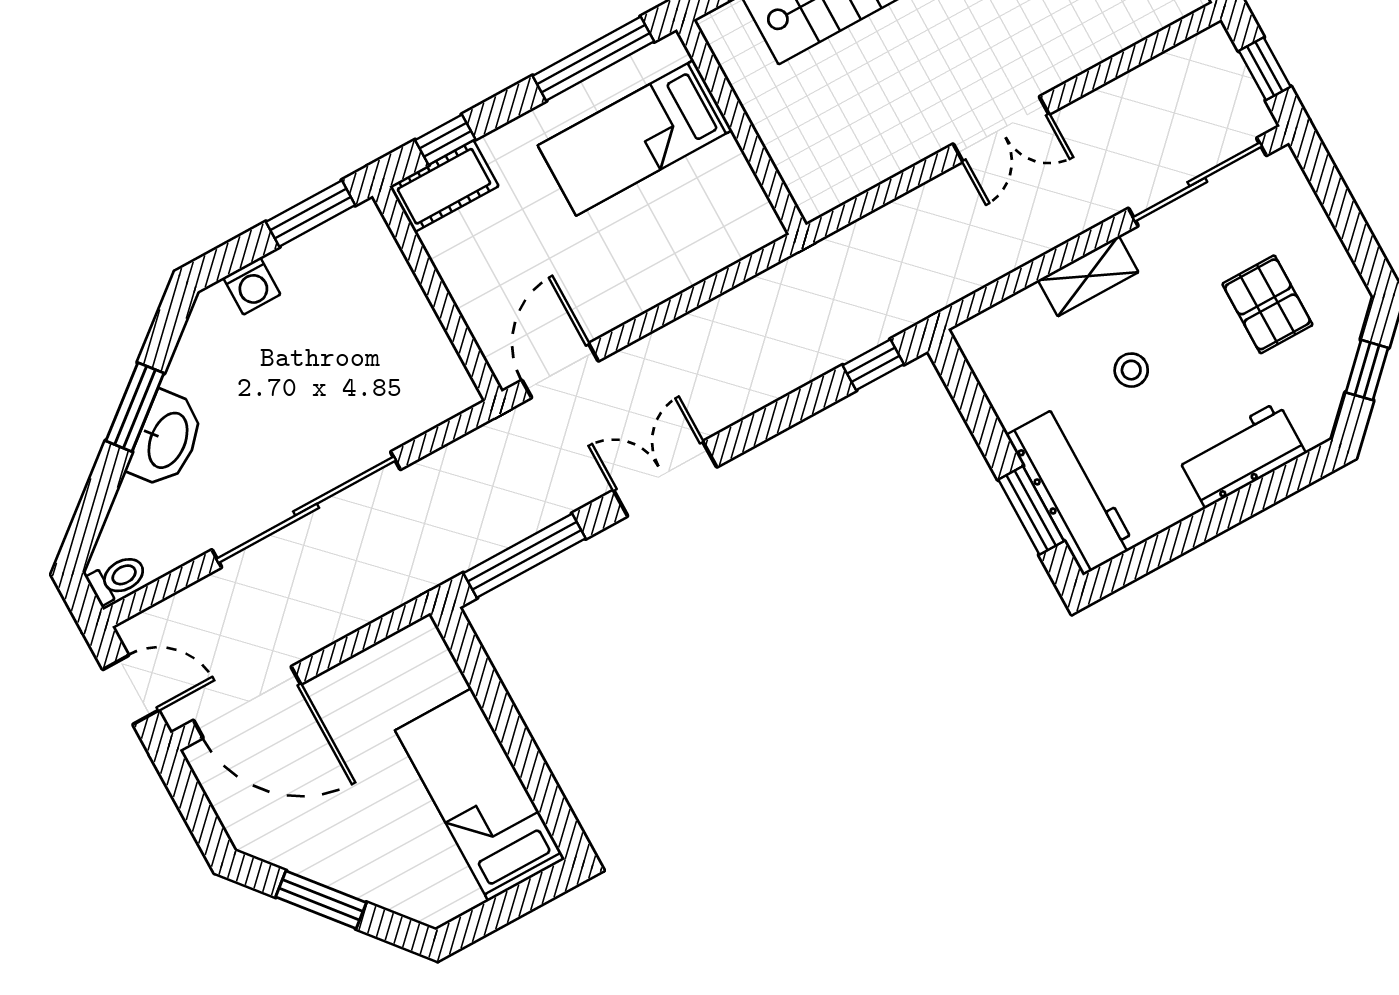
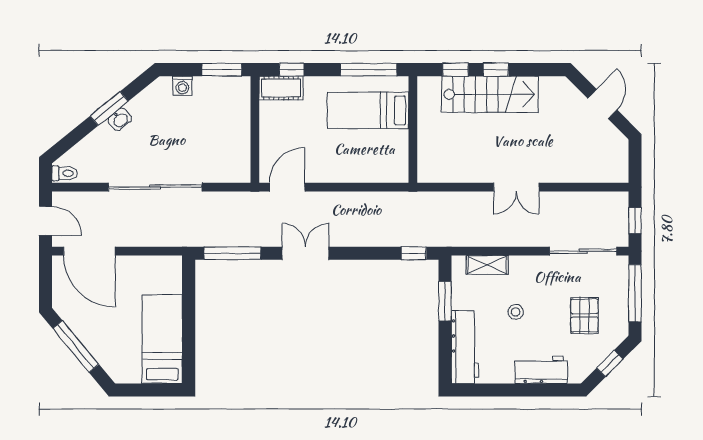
window: (1341, 209) -> (635, 293), added
shelving: (1088, 276) -> (487, 265), moved
washbasin: (166, 440) -> (120, 119), width x0.52, depth x0.69
window: (1031, 510) -> (445, 301), moved
window: (321, 900) -> (76, 346), width x1.44

